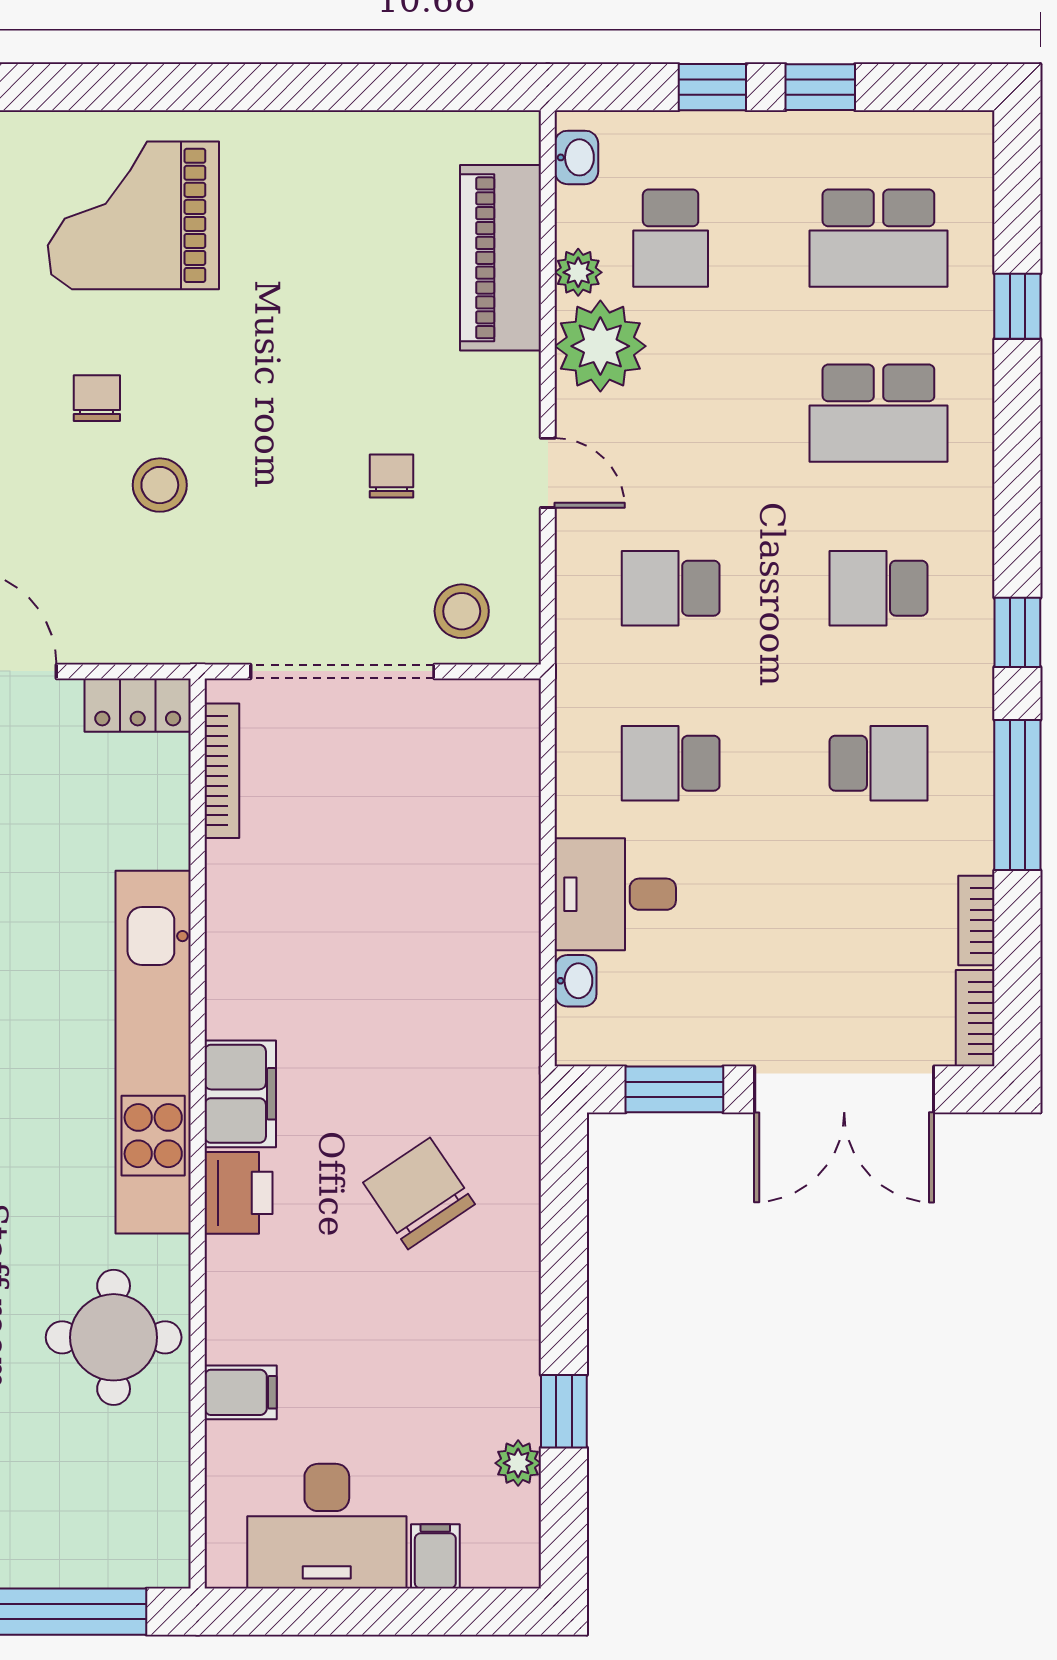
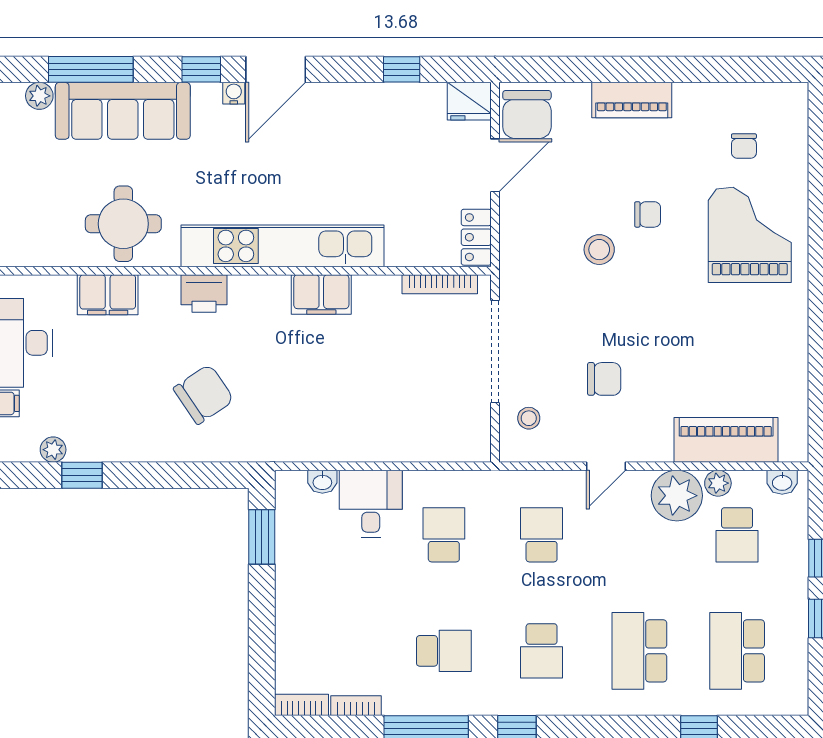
school desk: (671, 238) -> (737, 535), turned -90
chair: (391, 476) -> (604, 379), width x1.37, depth x1.37
school desk: (878, 588) -> (542, 651), turned 180
stool: (462, 611) -> (529, 418), width x0.73, depth x0.73
school desk: (878, 763) -> (444, 651), turned -90
double door: (844, 1089) -> (262, 632), removed
filing cabinet: (240, 1094) -> (321, 294), moved
filing cabinet: (241, 1392) -> (108, 295), width x2.00

